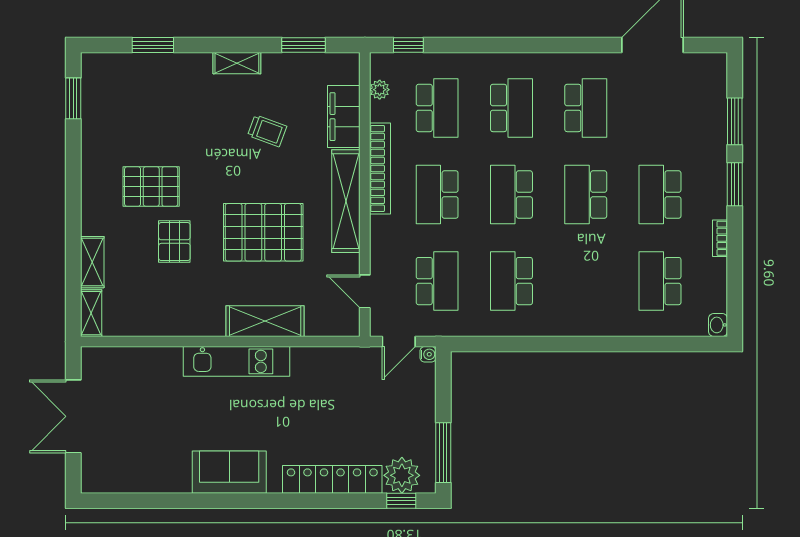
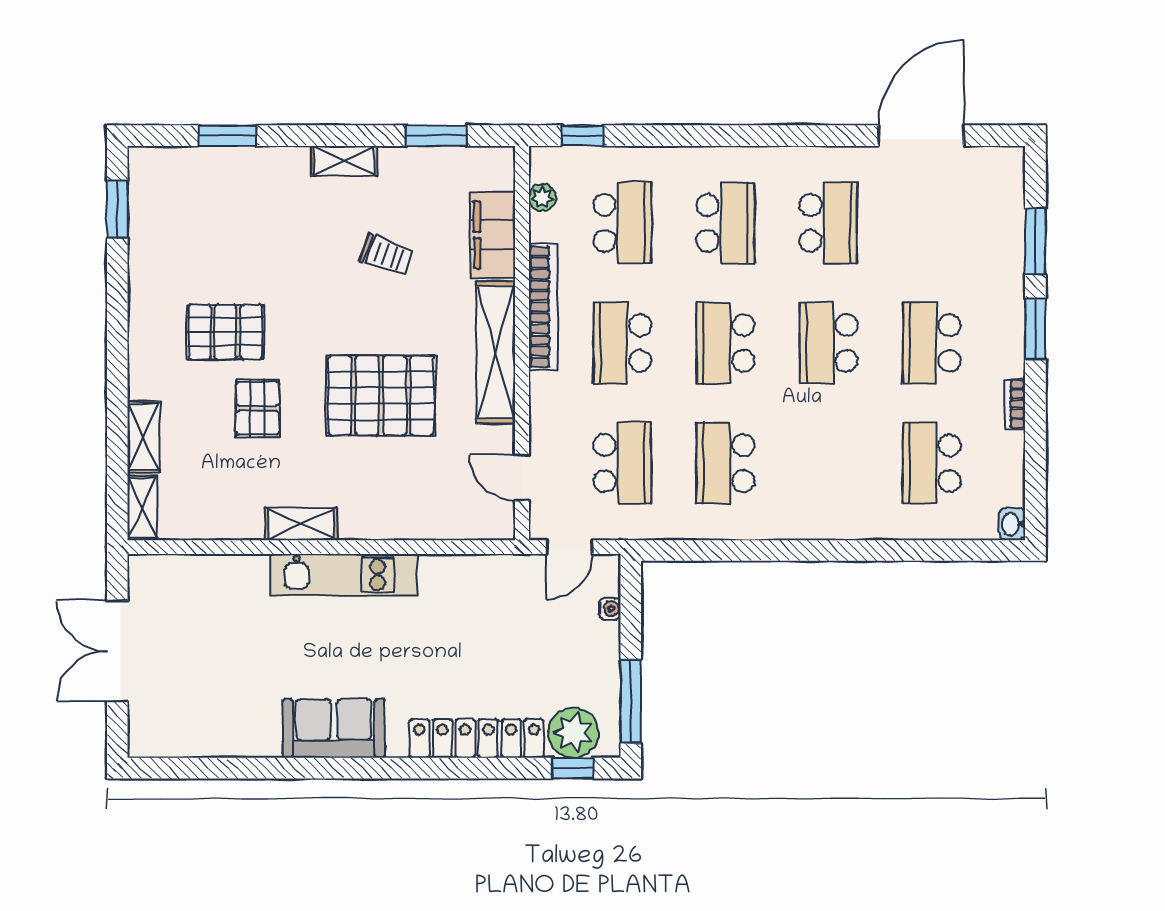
shelving: (265, 321) -> (301, 524), moved, width x0.67, depth x0.75
water cooler: (428, 354) -> (610, 609), moved

